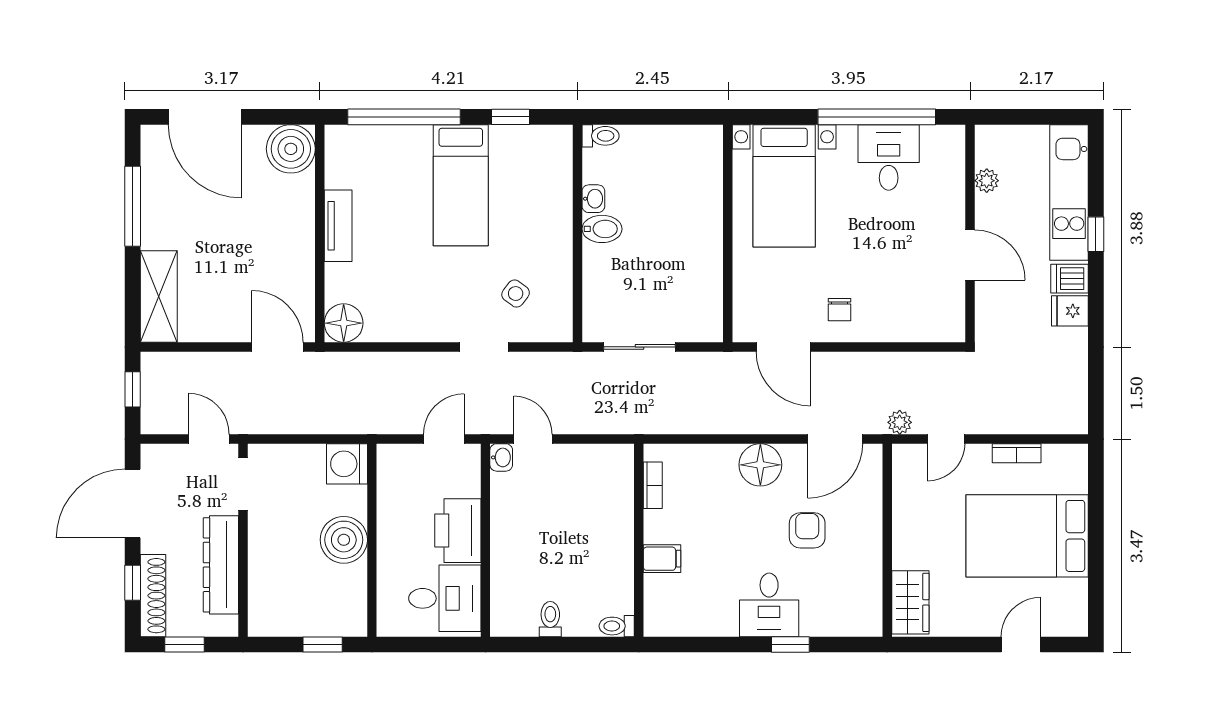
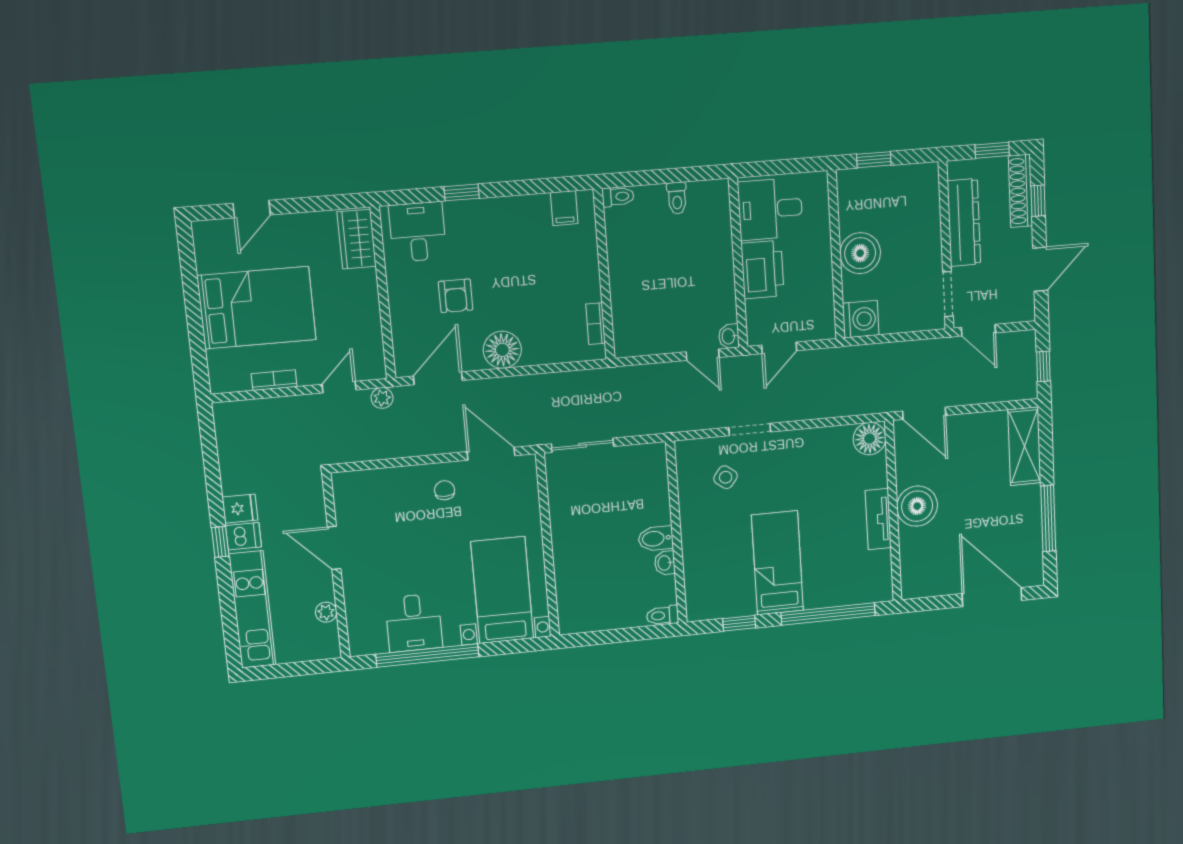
boiler: (291, 149) -> (917, 506), moved
window: (1096, 234) -> (220, 542), moved
sliding door: (640, 347) -> (583, 445), moved
door: (133, 504) -> (1040, 269), width x0.73
filing cabinet: (662, 559) -> (564, 208), moved, turned -90
desk: (769, 605) -> (418, 232), moved

